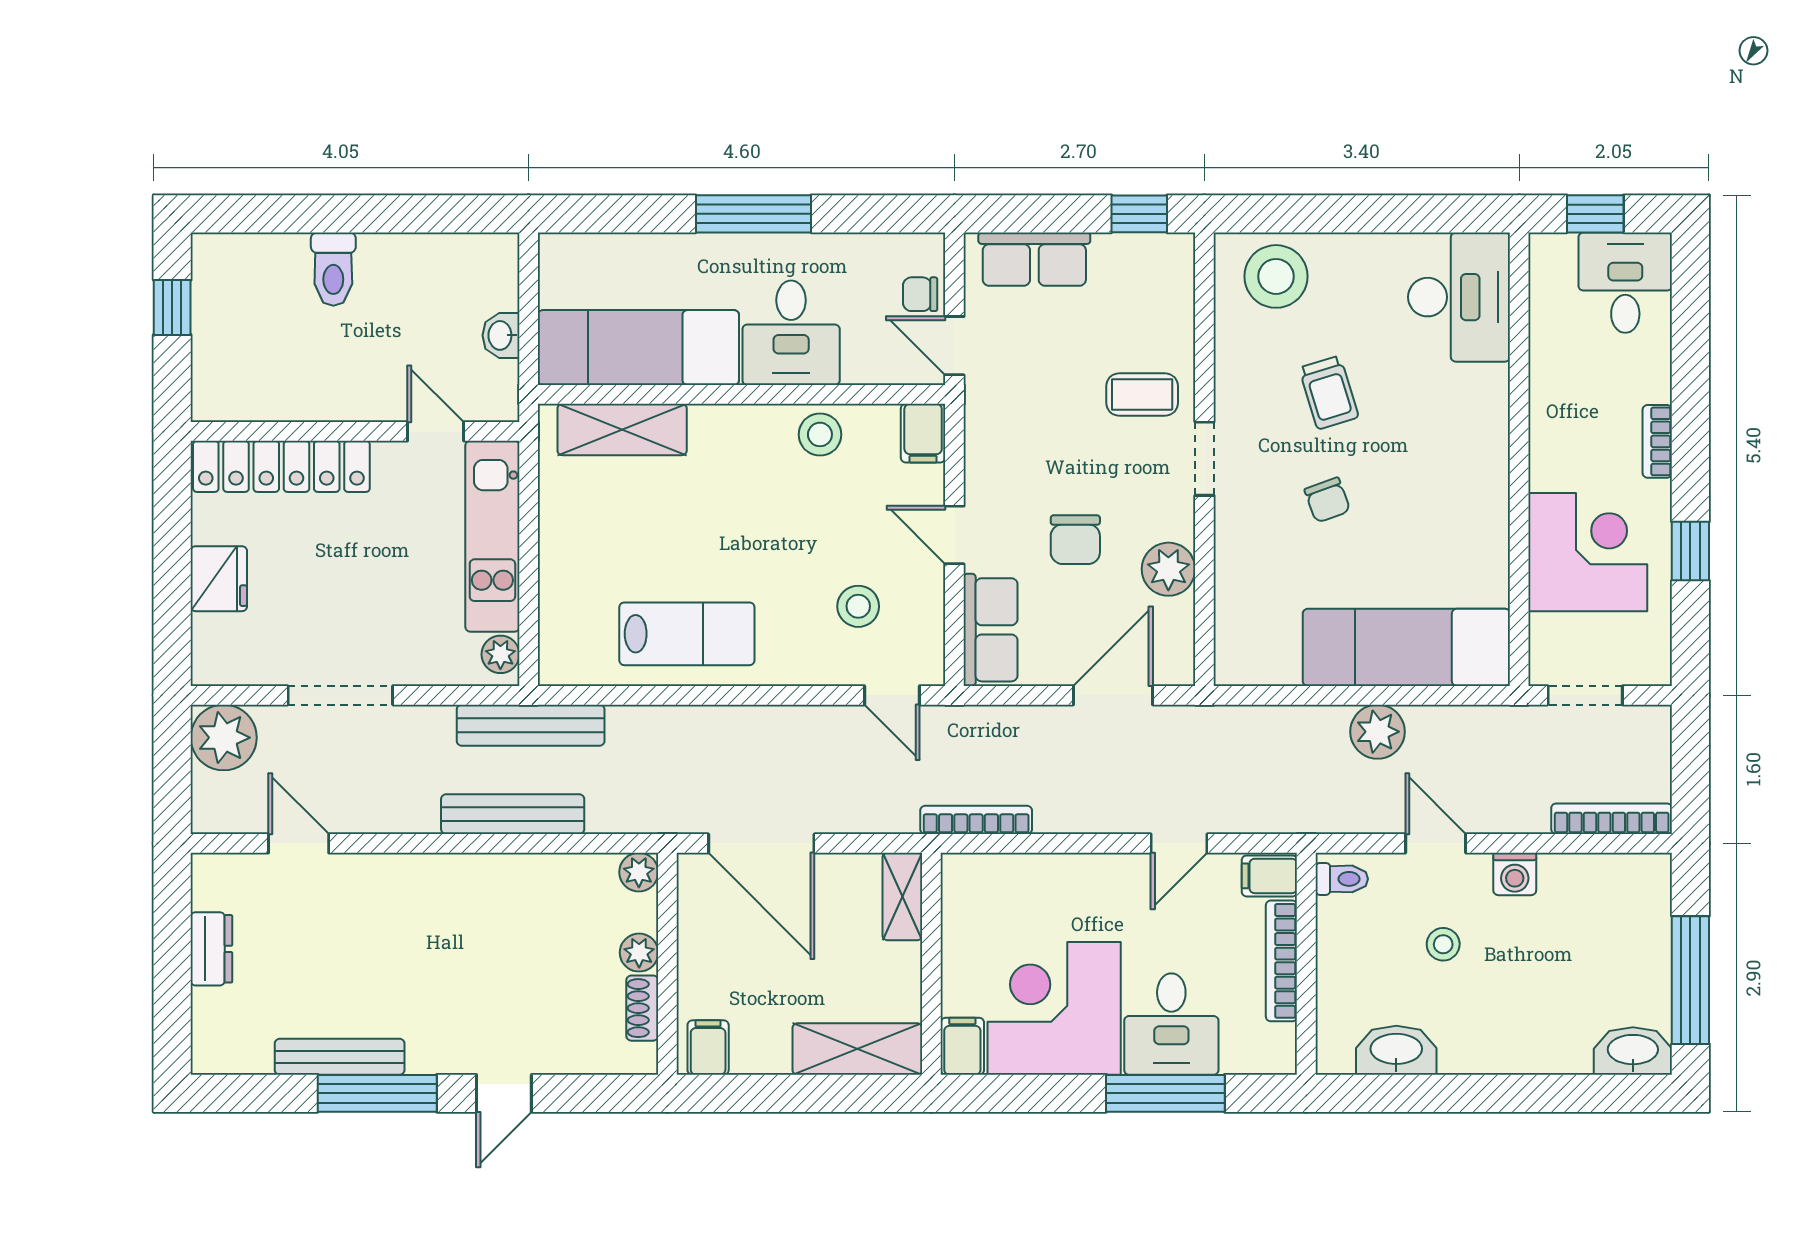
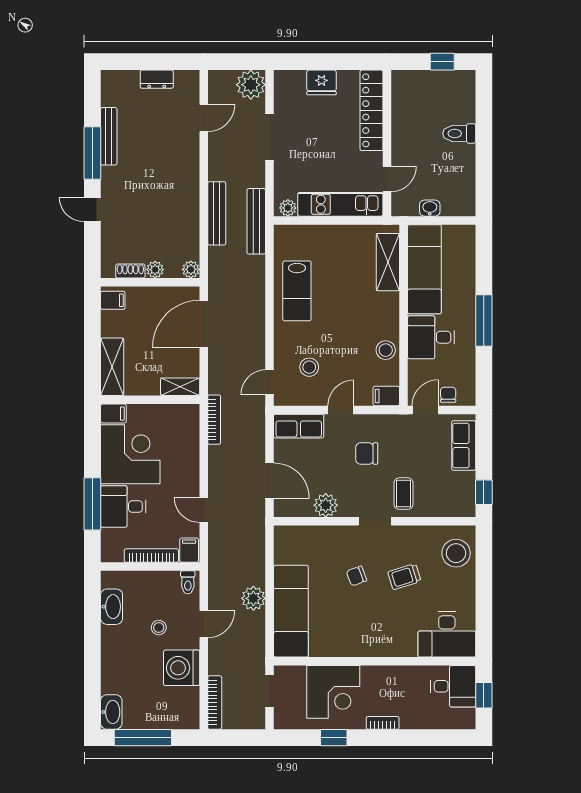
desk: (1625, 283) -> (453, 686), moved
chair: (1075, 540) -> (367, 454), moved
washing machine: (1515, 874) -> (182, 668), width x1.89, depth x1.89

